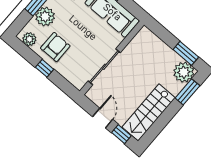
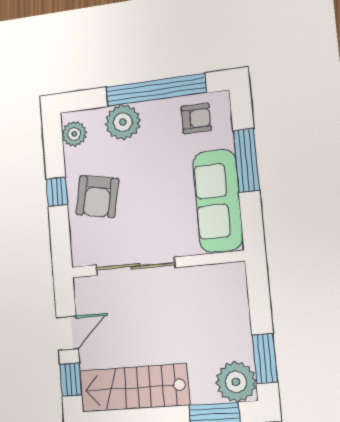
armchair: (55, 47) -> (97, 197), moved, turned 101

